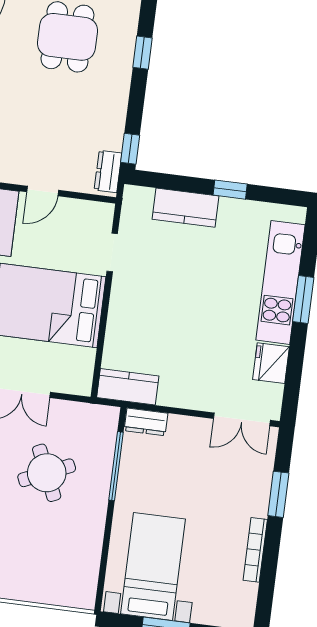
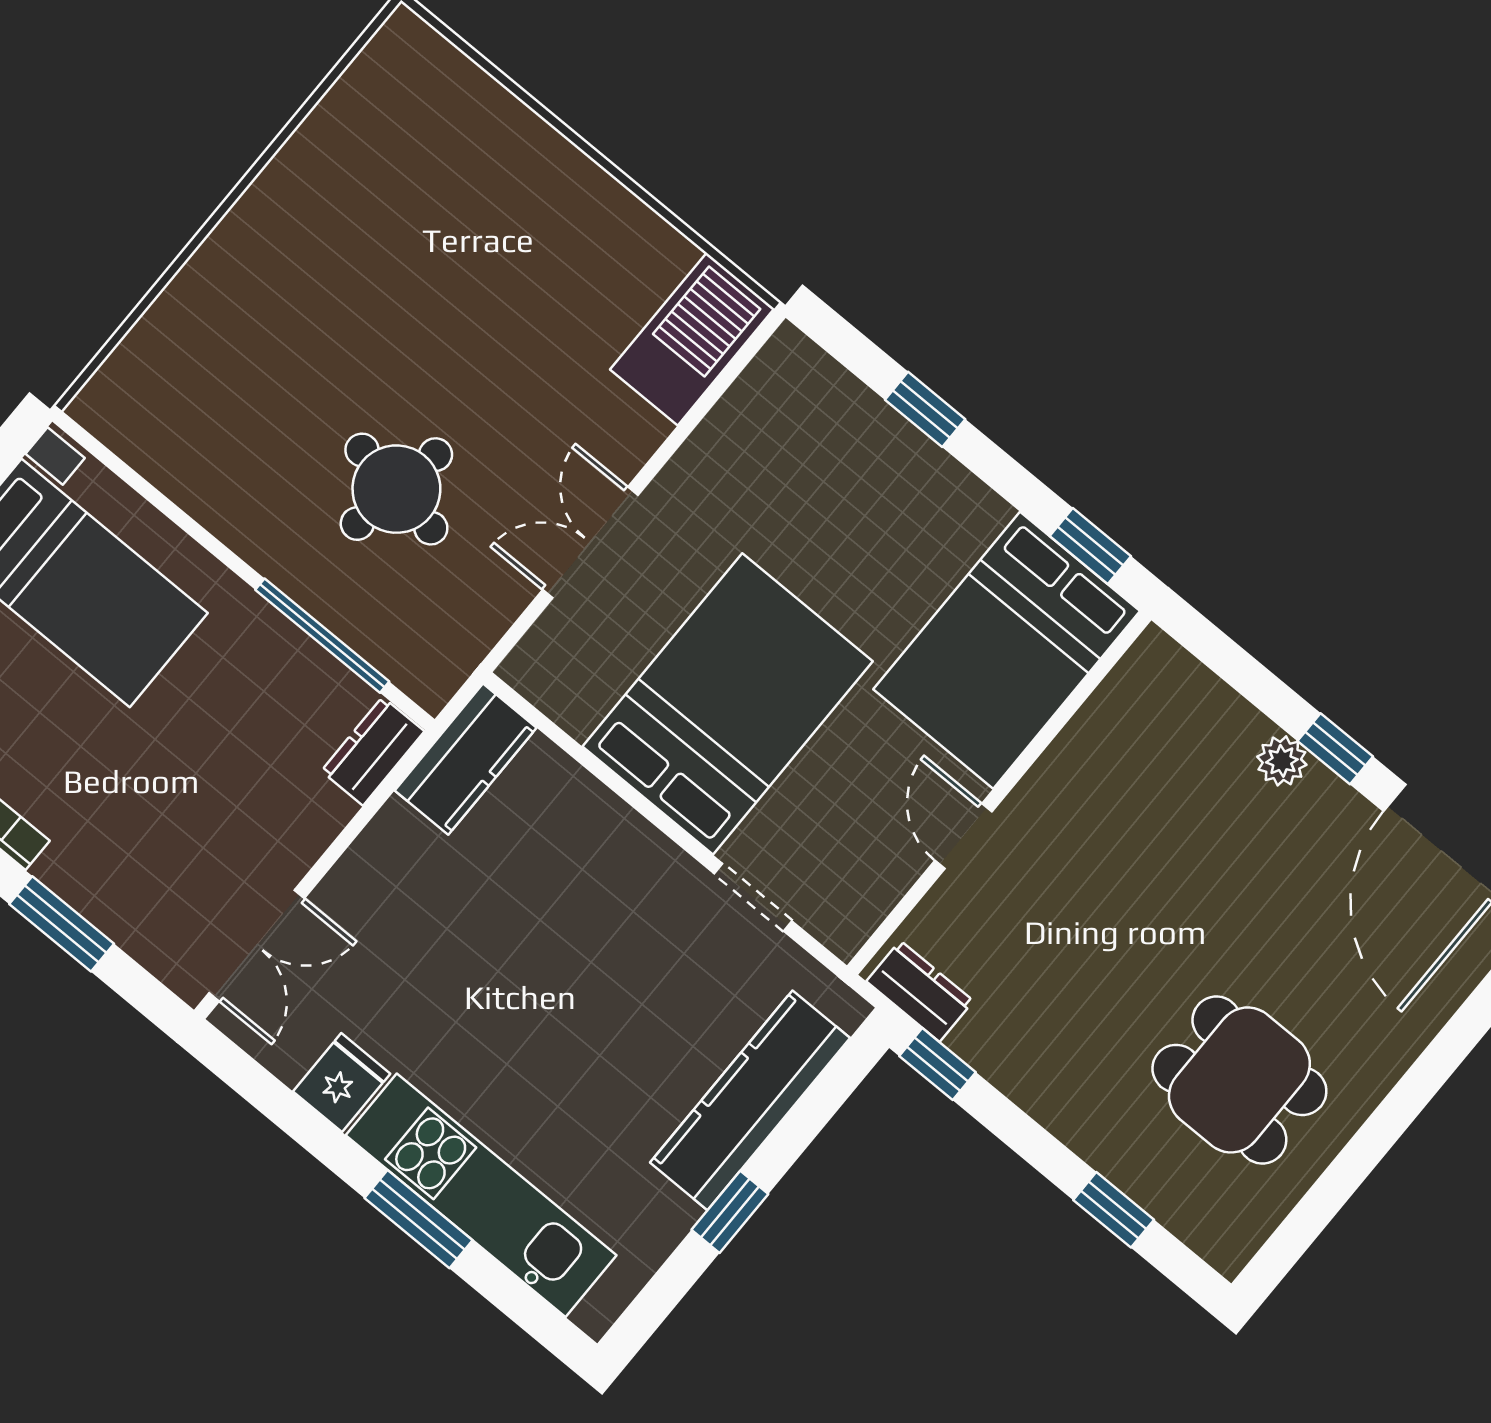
kitchen counter: (186, 208) -> (750, 1100), width x1.50
fridge: (271, 363) -> (342, 1083), width x0.72
double door: (242, 419) -> (257, 946), swing flipped
round table: (47, 473) -> (396, 489), turned 33

